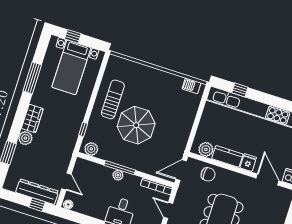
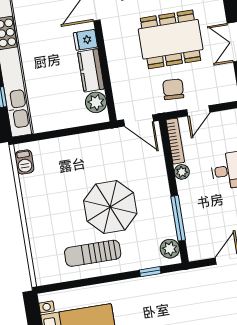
window: (120, 168) -> (178, 218), moved
chair: (208, 174) -> (173, 89), moved
plant: (118, 175) -> (182, 172), moved

